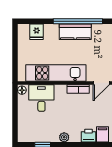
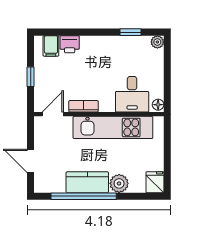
plant: (51, 31) -> (119, 183), added
fridge: (37, 32) -> (155, 182), moved
plant: (64, 137) -> (157, 42), moved

